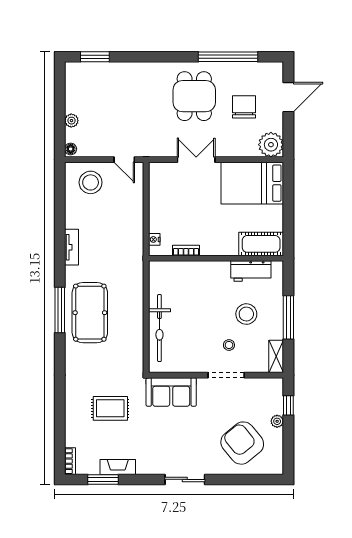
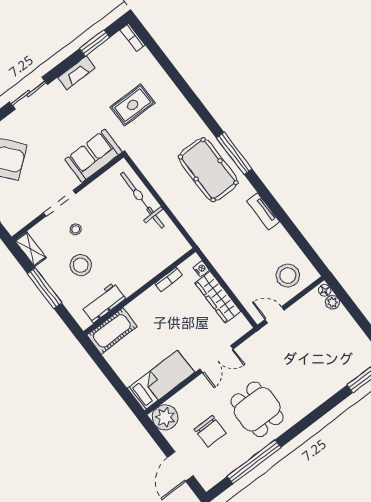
plant: (71, 121) -> (332, 302), moved
bed: (252, 183) -> (161, 380), width x0.67
wardrobe: (158, 207) -> (218, 297), added
fireplace: (118, 467) -> (76, 73), moved

